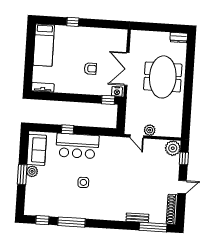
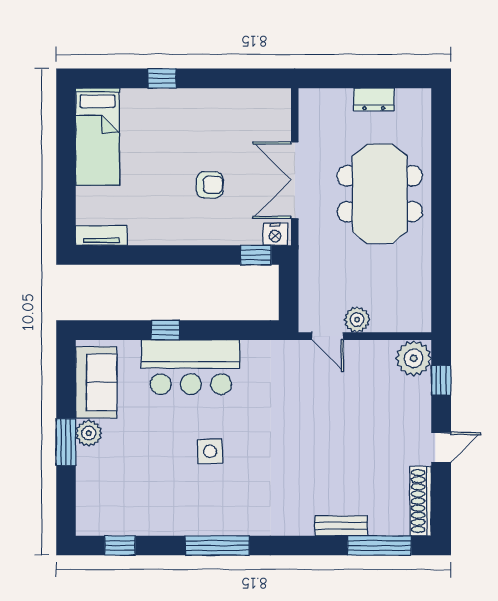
dresser: (179, 38) -> (374, 99), moved
window: (71, 222) -> (217, 545), moved

